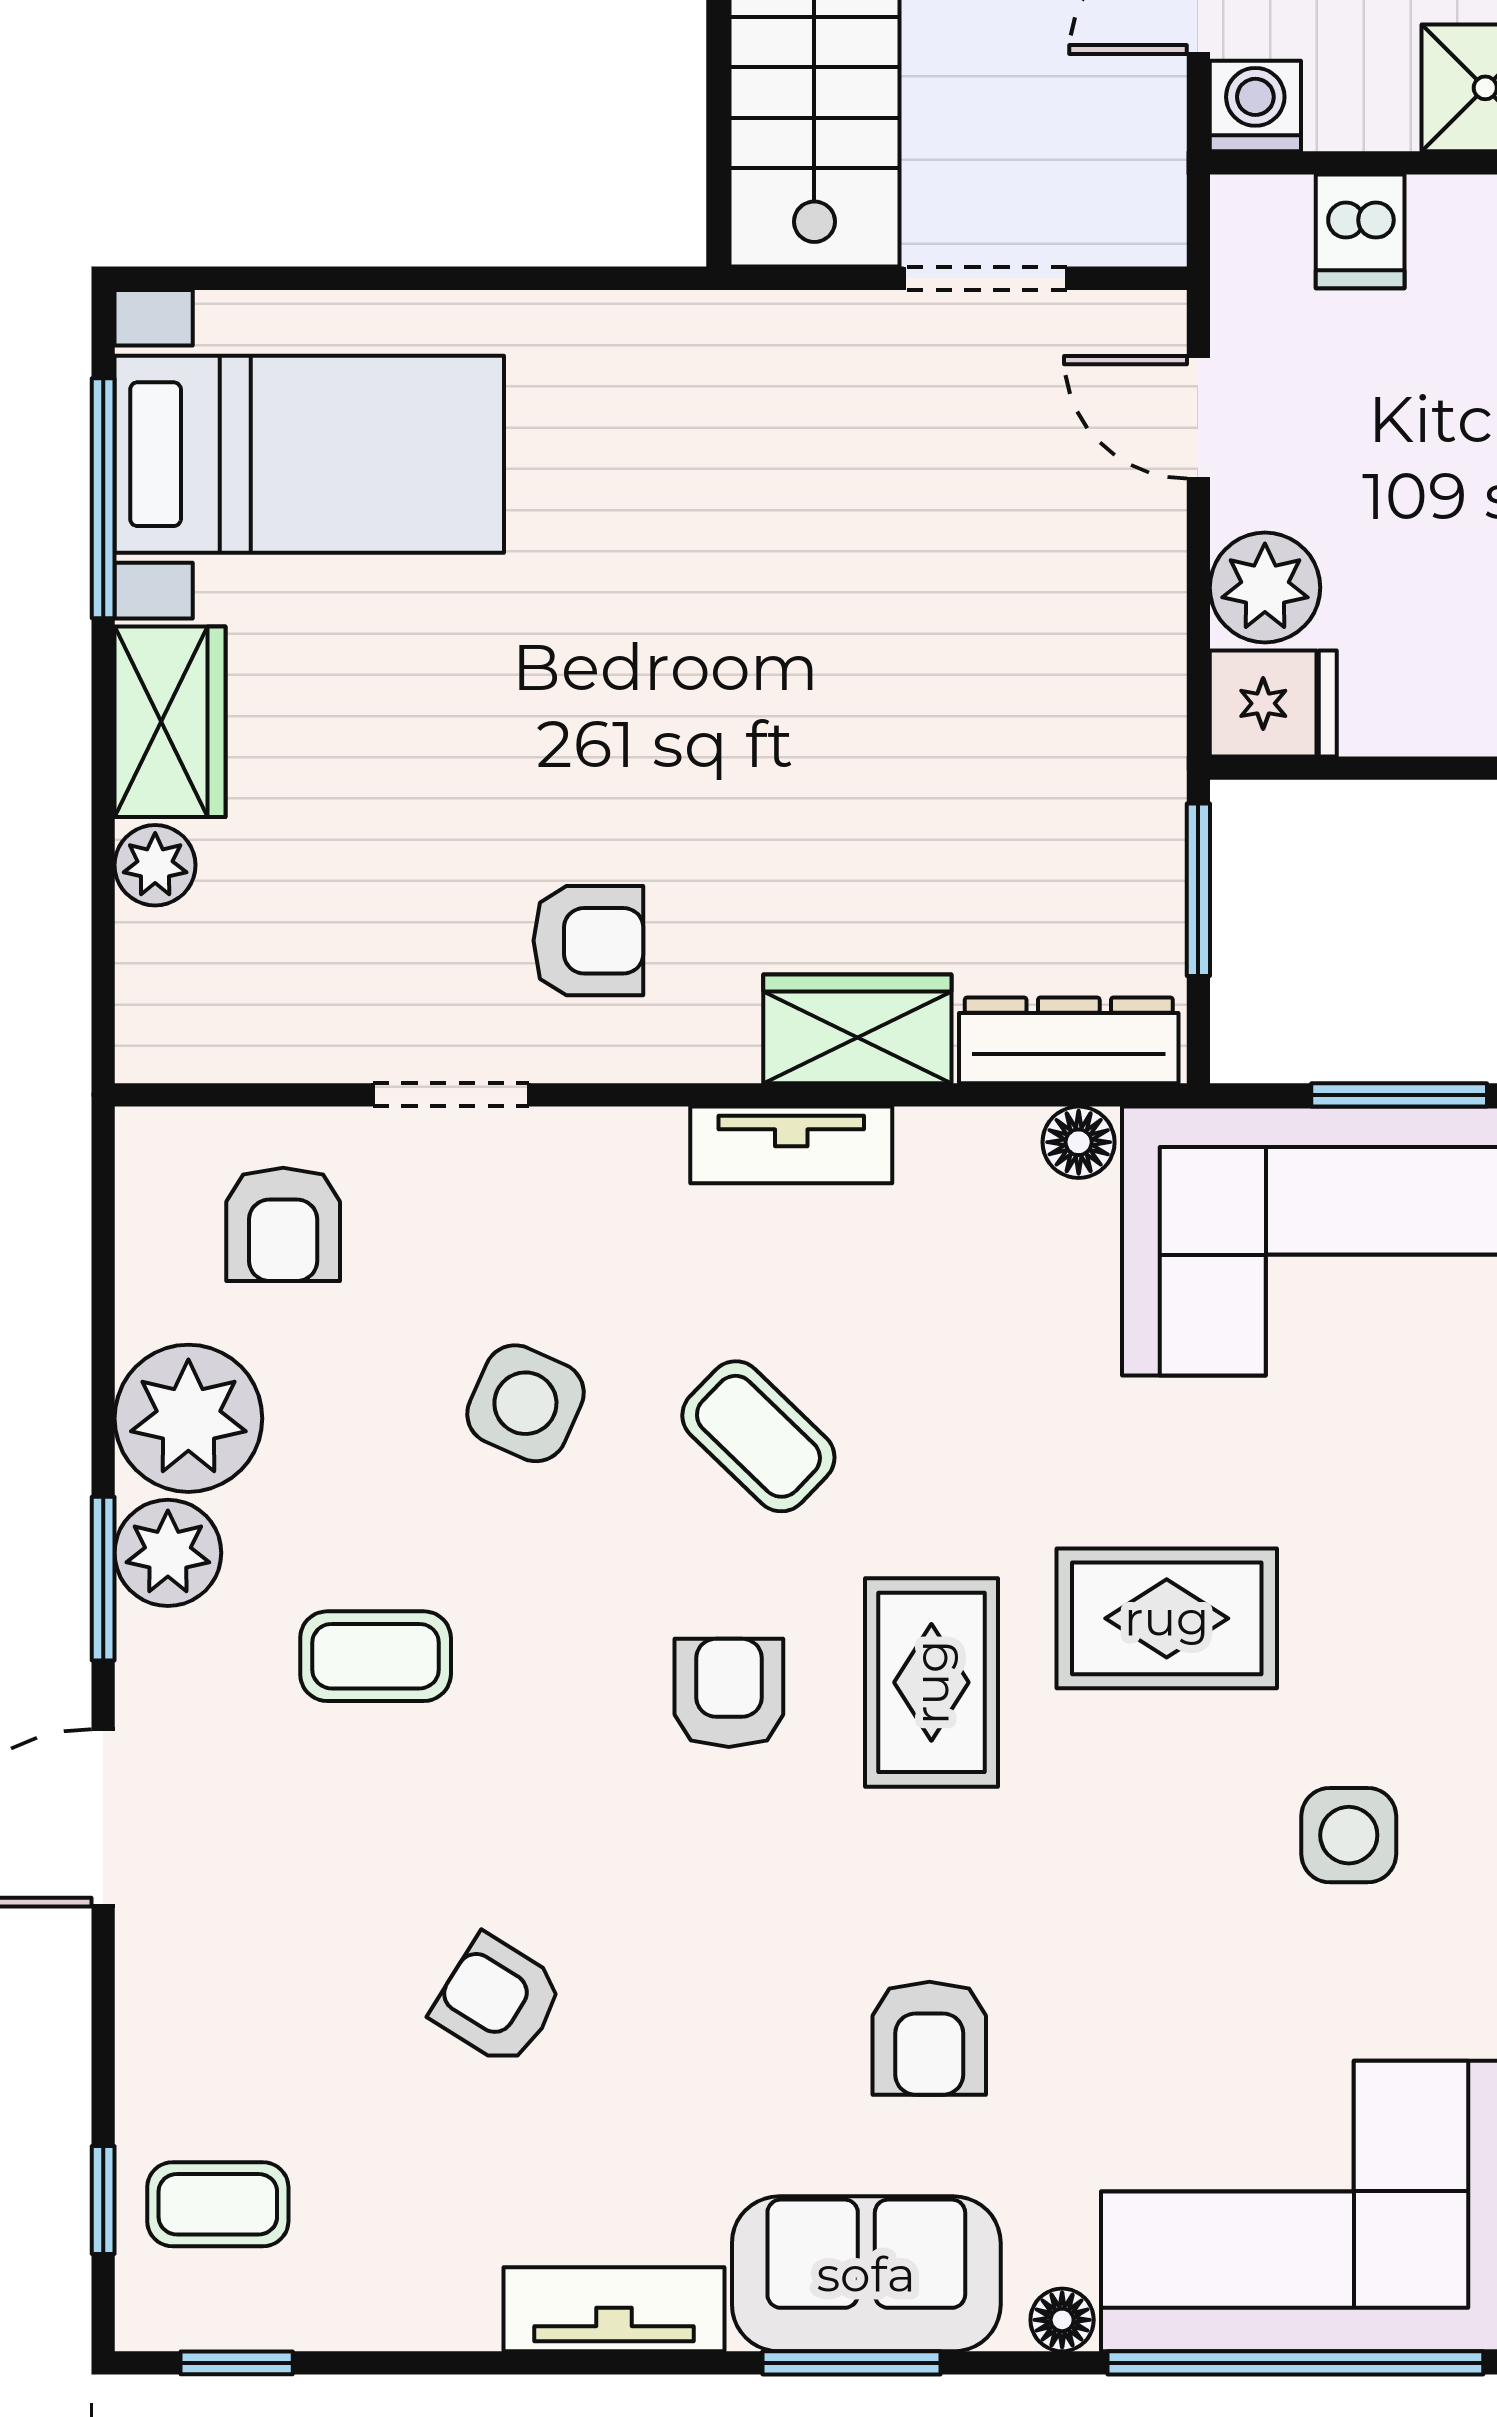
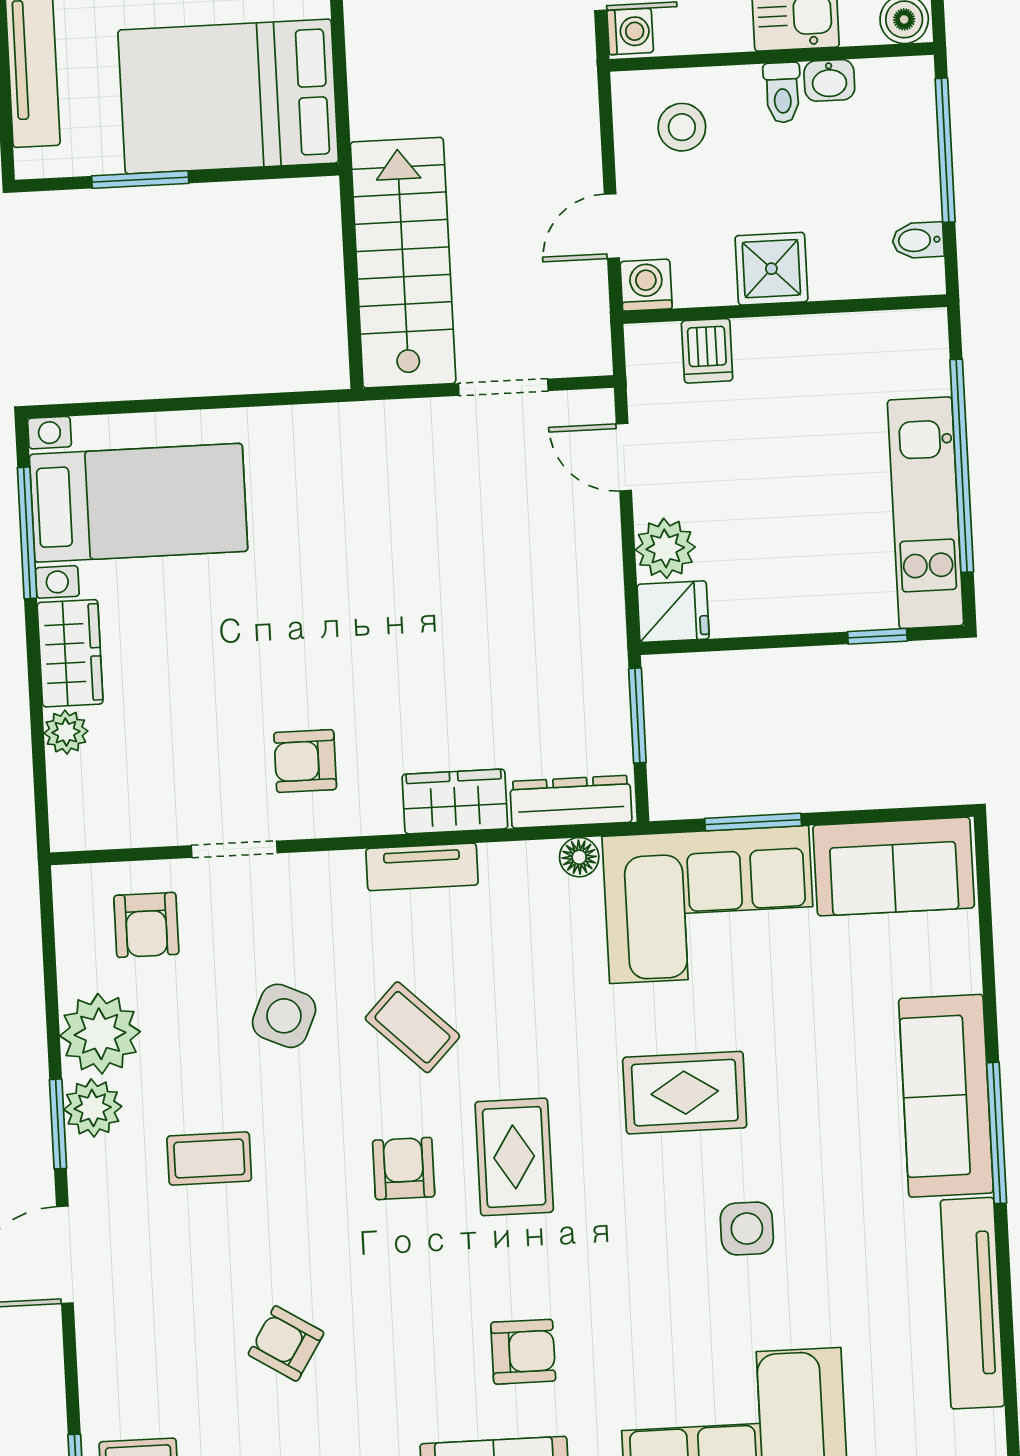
armchair: (588, 941) -> (305, 761), turned 180
rug: (1167, 1618) -> (685, 1093), moved
armchair: (929, 2038) -> (523, 1352), turned -90

